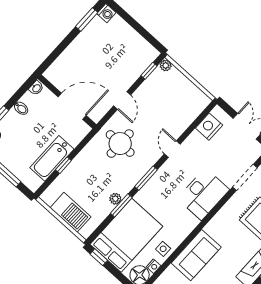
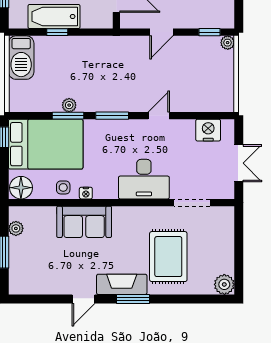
round table: (120, 144) -> (122, 65), removed
barbecue: (70, 212) -> (21, 58), moved
nightstand: (154, 266) -> (86, 193), moved

